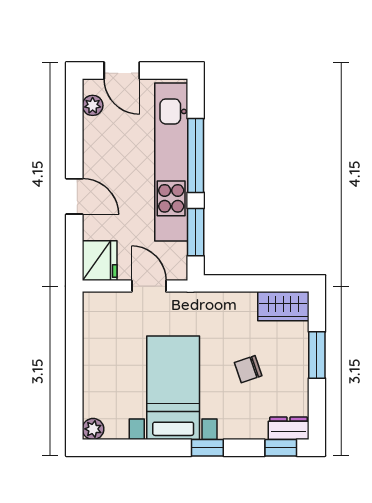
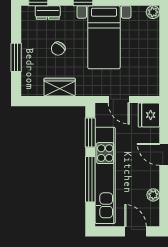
plant: (93, 105) -> (153, 195), moved
wardrobe: (283, 306) -> (60, 87), moved
chair: (248, 369) -> (58, 49), turned 146
dresser: (289, 428) -> (48, 13), moved

